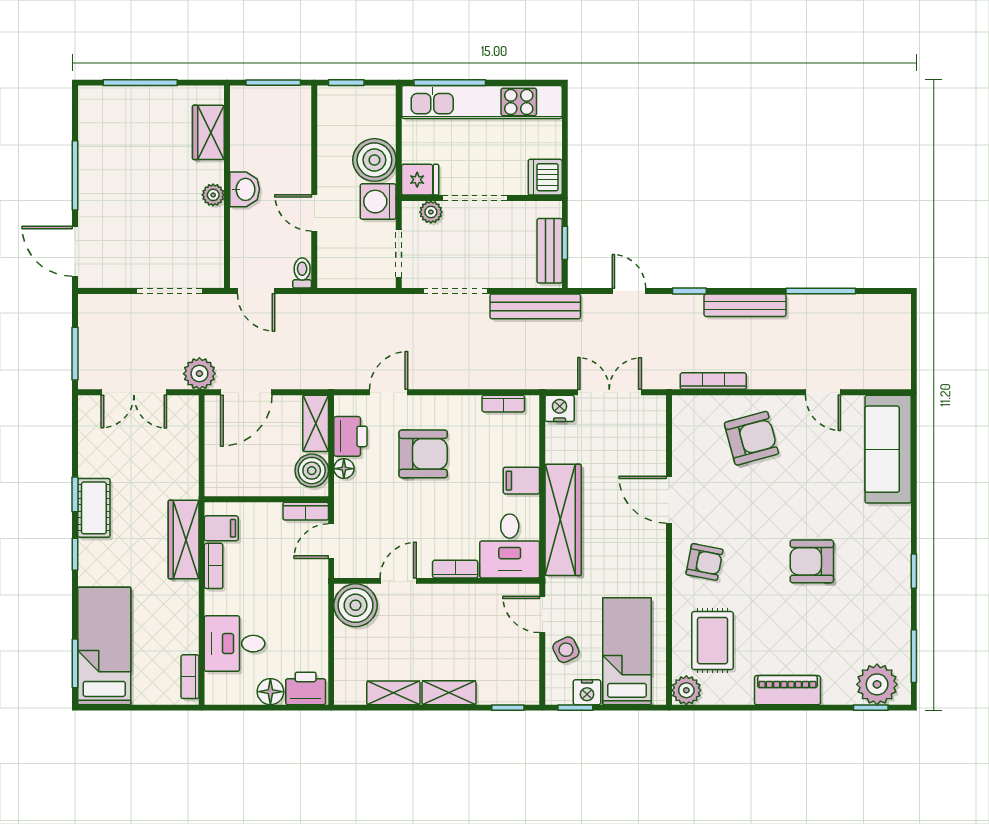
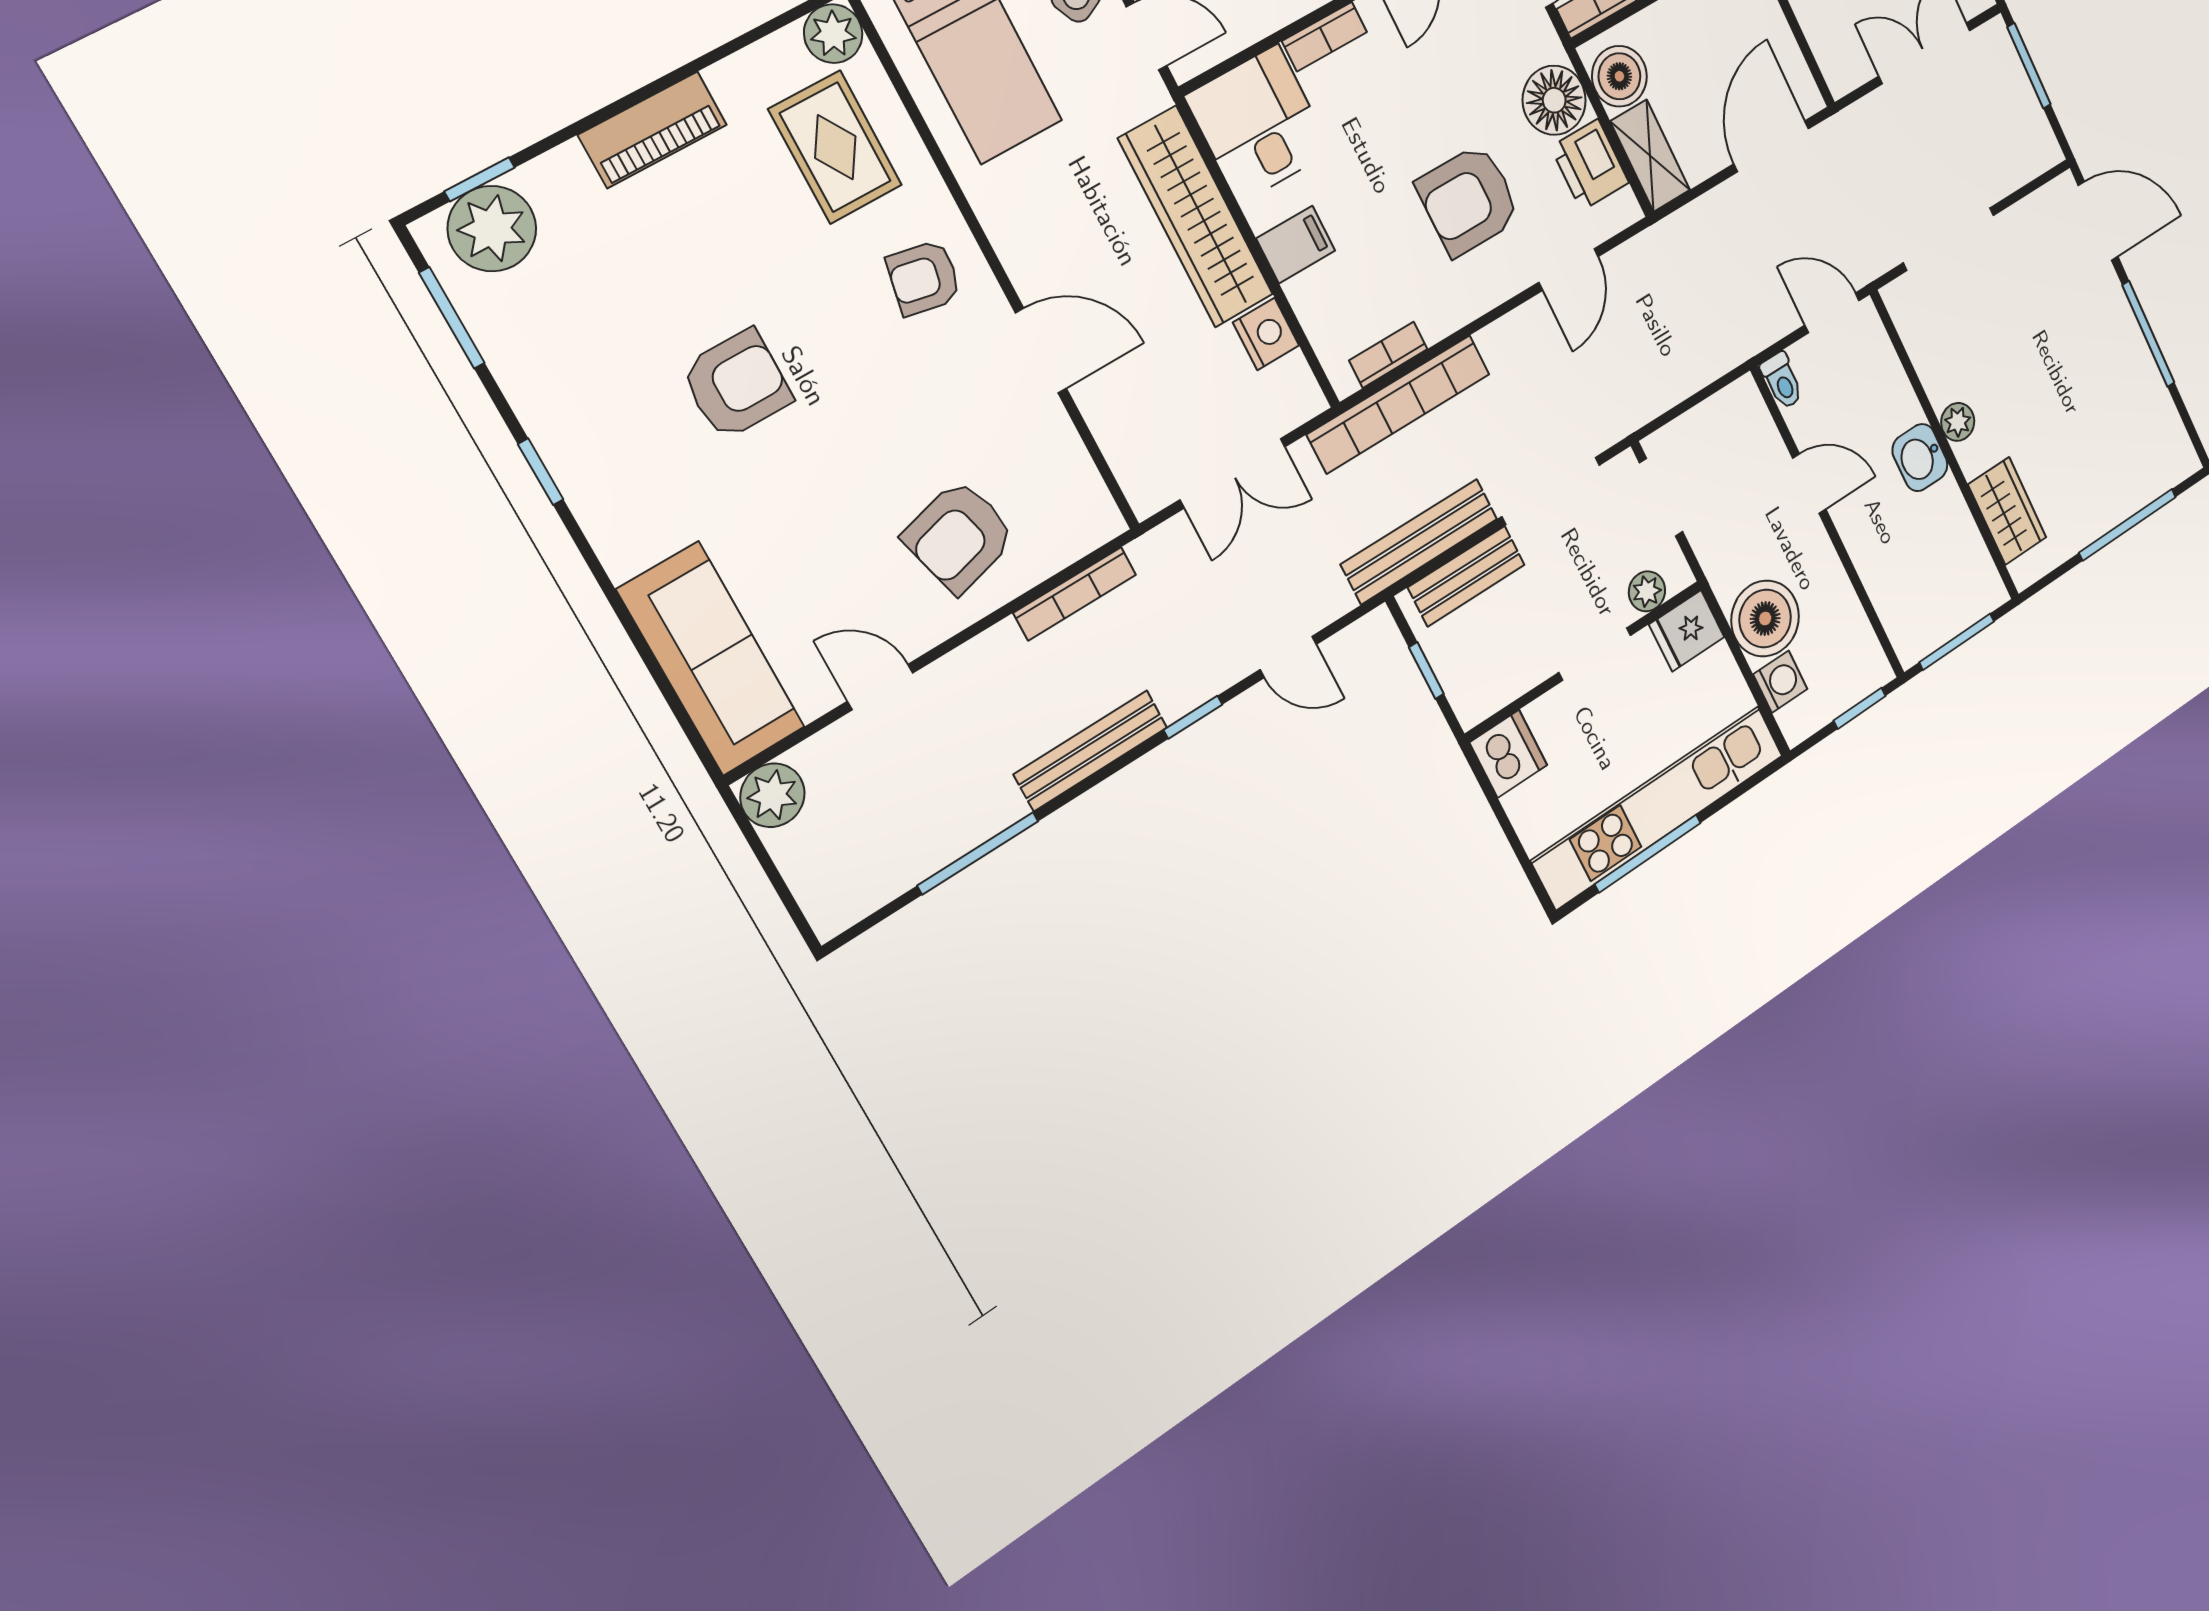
window: (450, 83) -> (1648, 853), moved
doorway: (475, 198) -> (1595, 654), width x0.73
washing machine: (378, 202) -> (1780, 682), moved, width x0.73, depth x0.73
bench: (550, 251) -> (1466, 576), moved, turned 90
plant: (199, 374) -> (772, 795), moved
bookcase: (511, 377) -> (1399, 404), added
nightstand: (560, 408) -> (1266, 334), moved, turned -90
floor lamp: (344, 469) -> (1554, 100), width x1.89, depth x1.89

